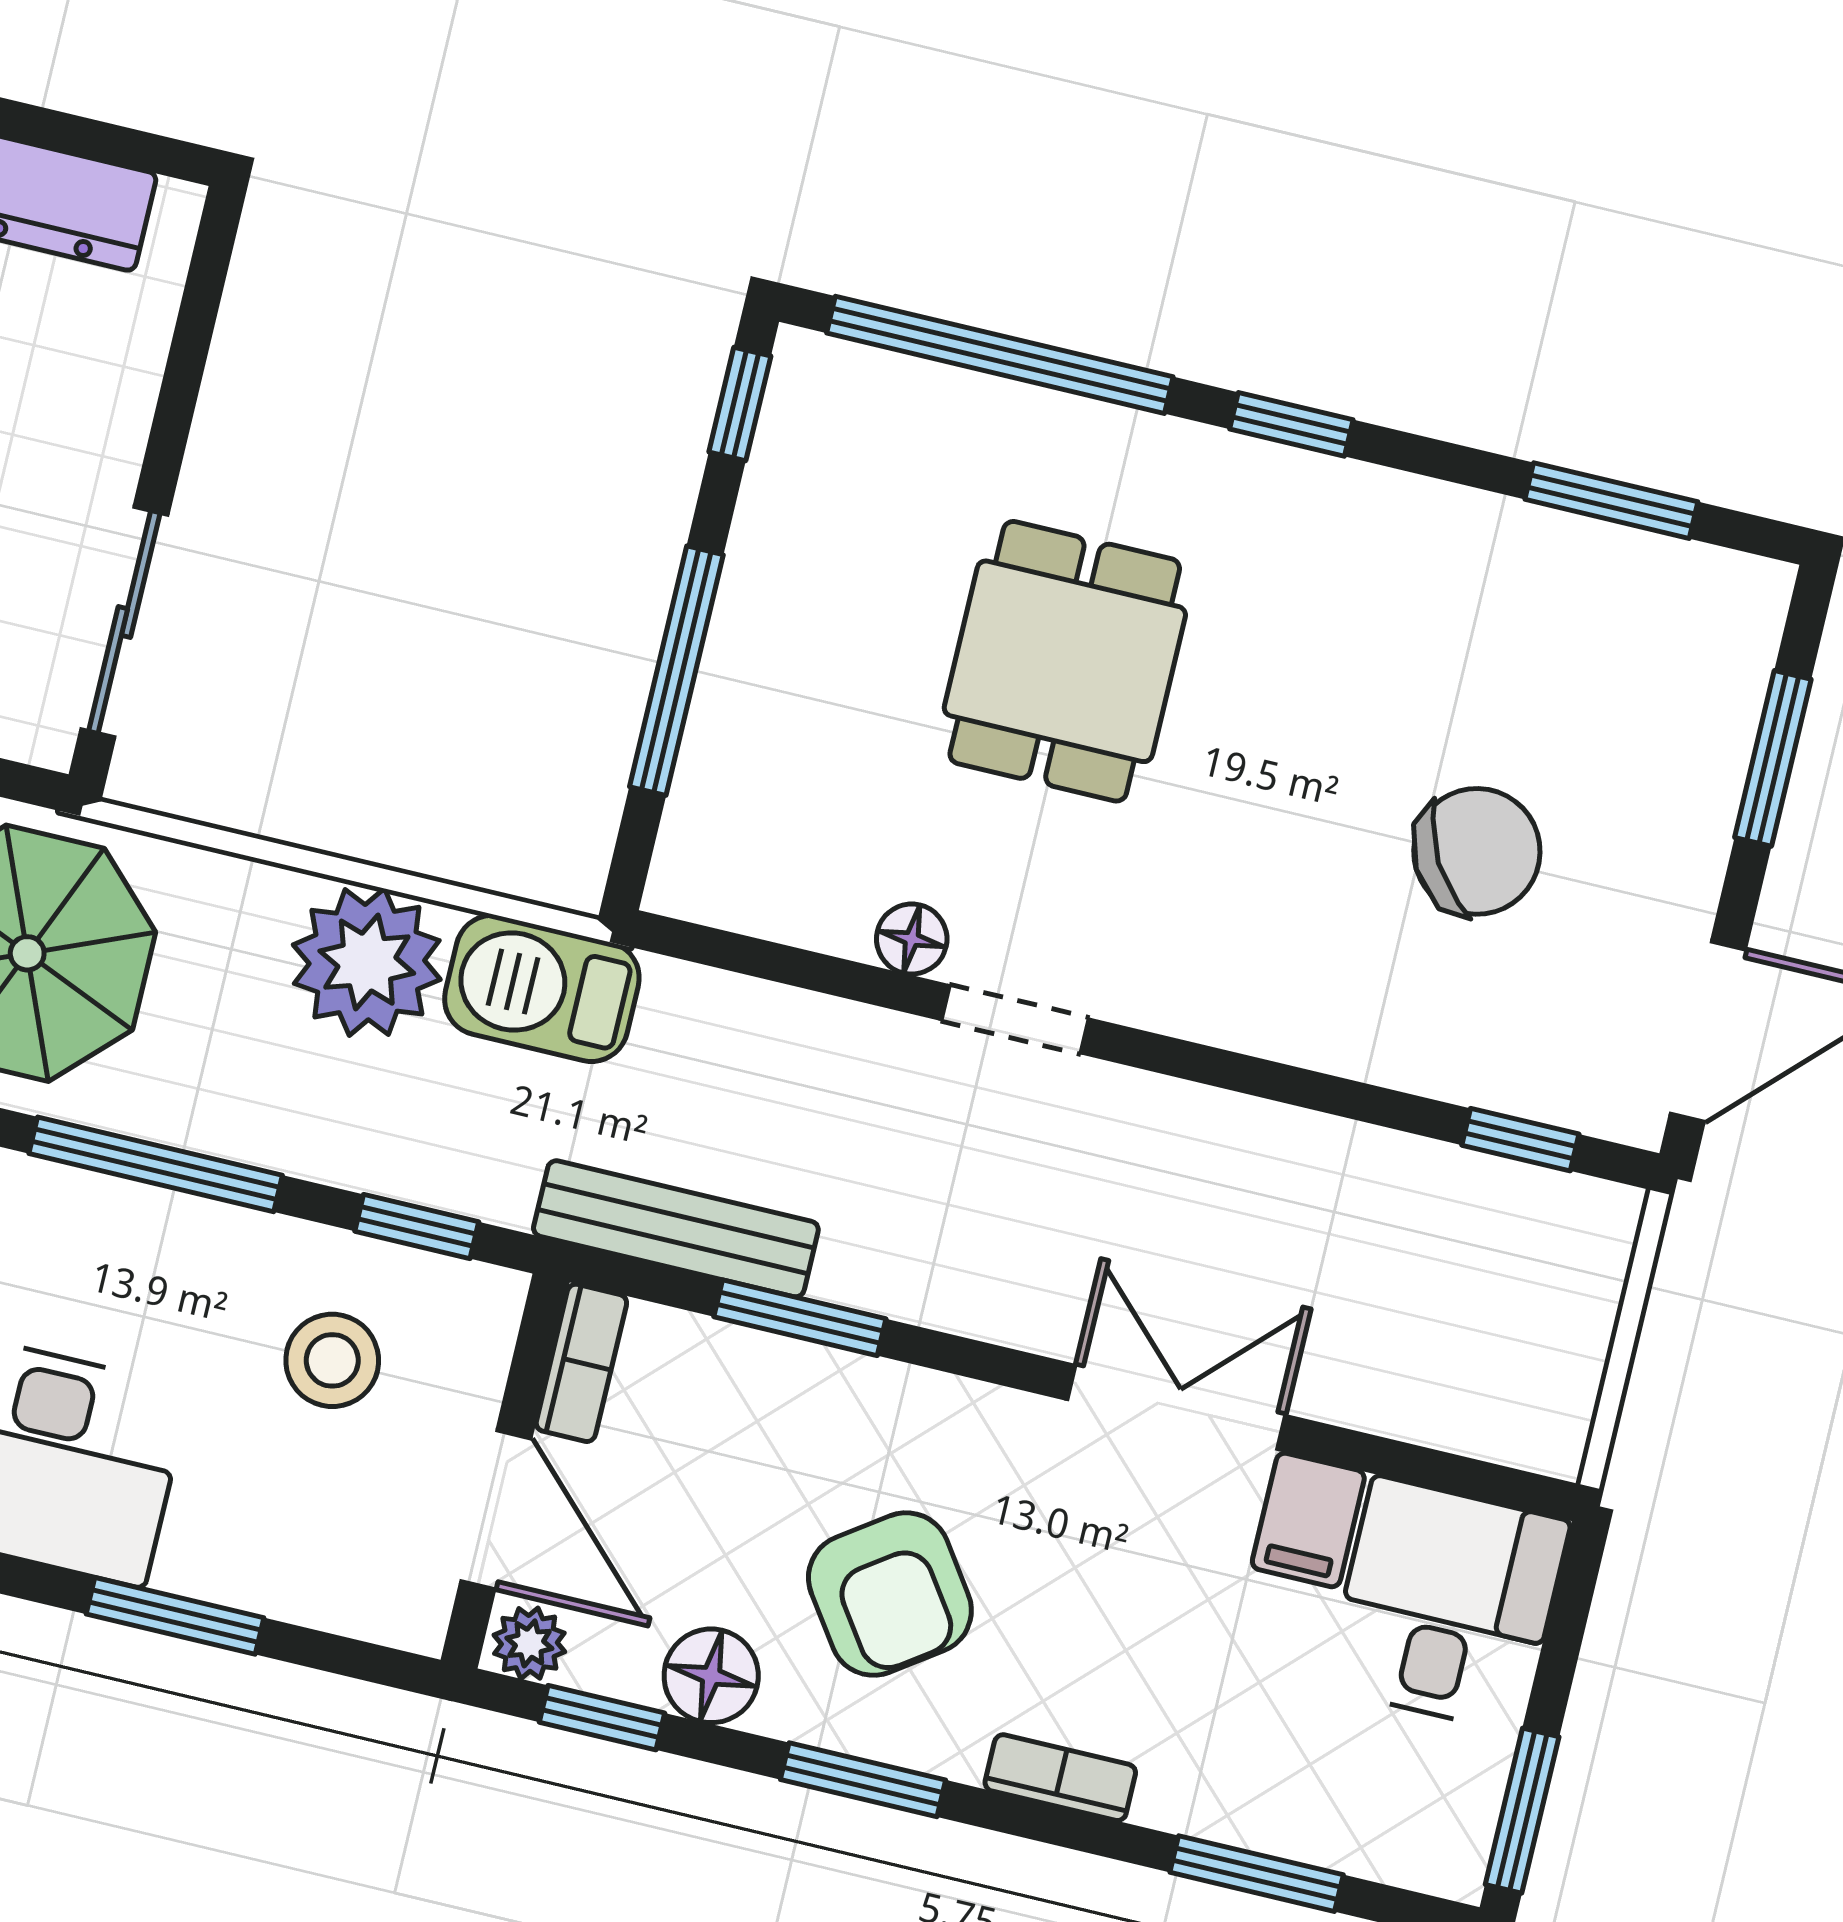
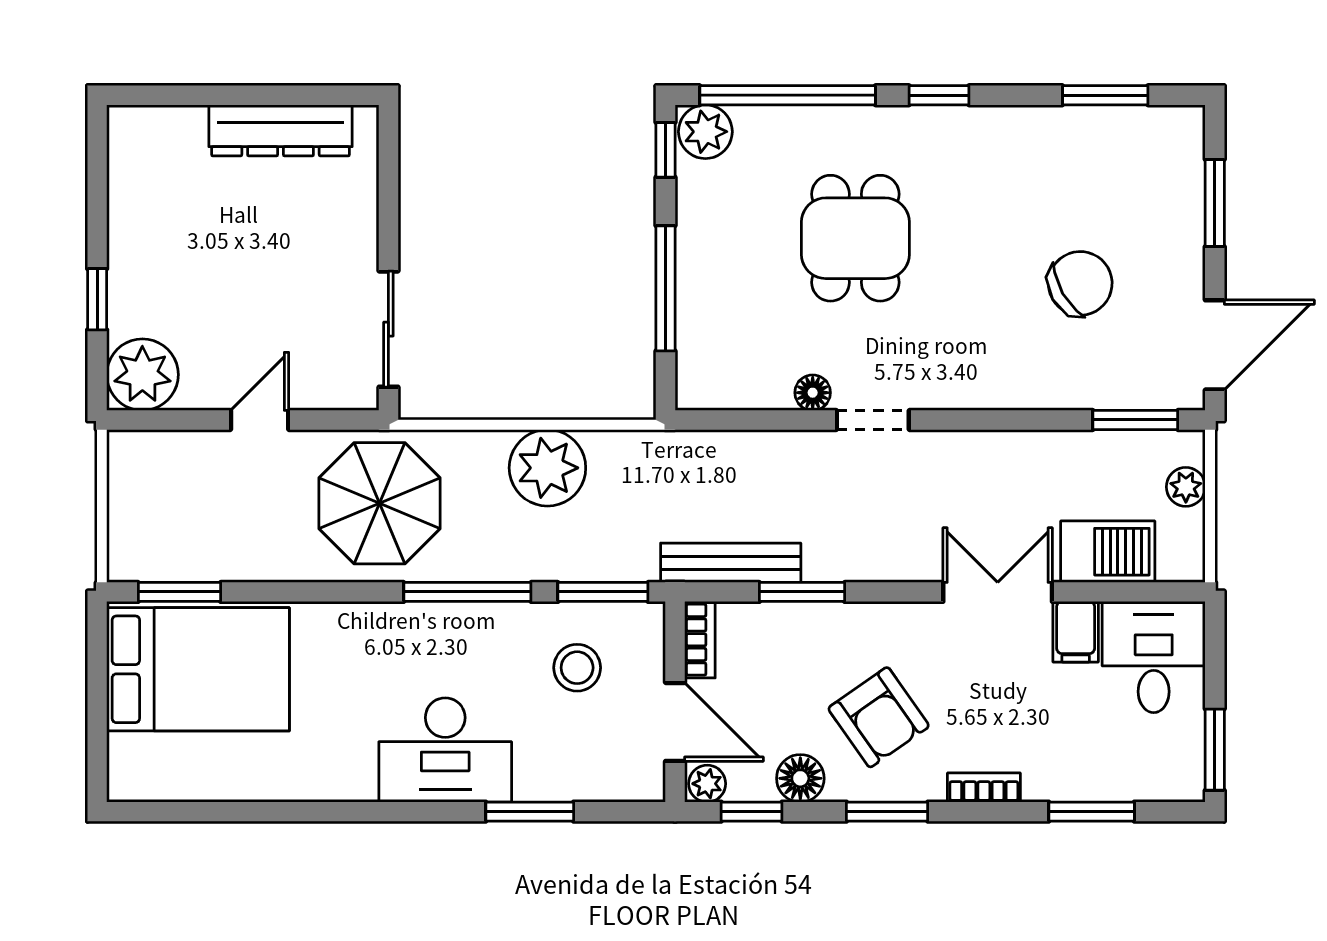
plant: (825, 387) -> (705, 132), added
barbecue: (542, 988) -> (1108, 552), moved, turned 180
window: (1520, 1140) -> (1135, 420), width x1.50
window: (417, 1226) -> (603, 592), width x1.50
plant: (1587, 1292) -> (1186, 487), added

